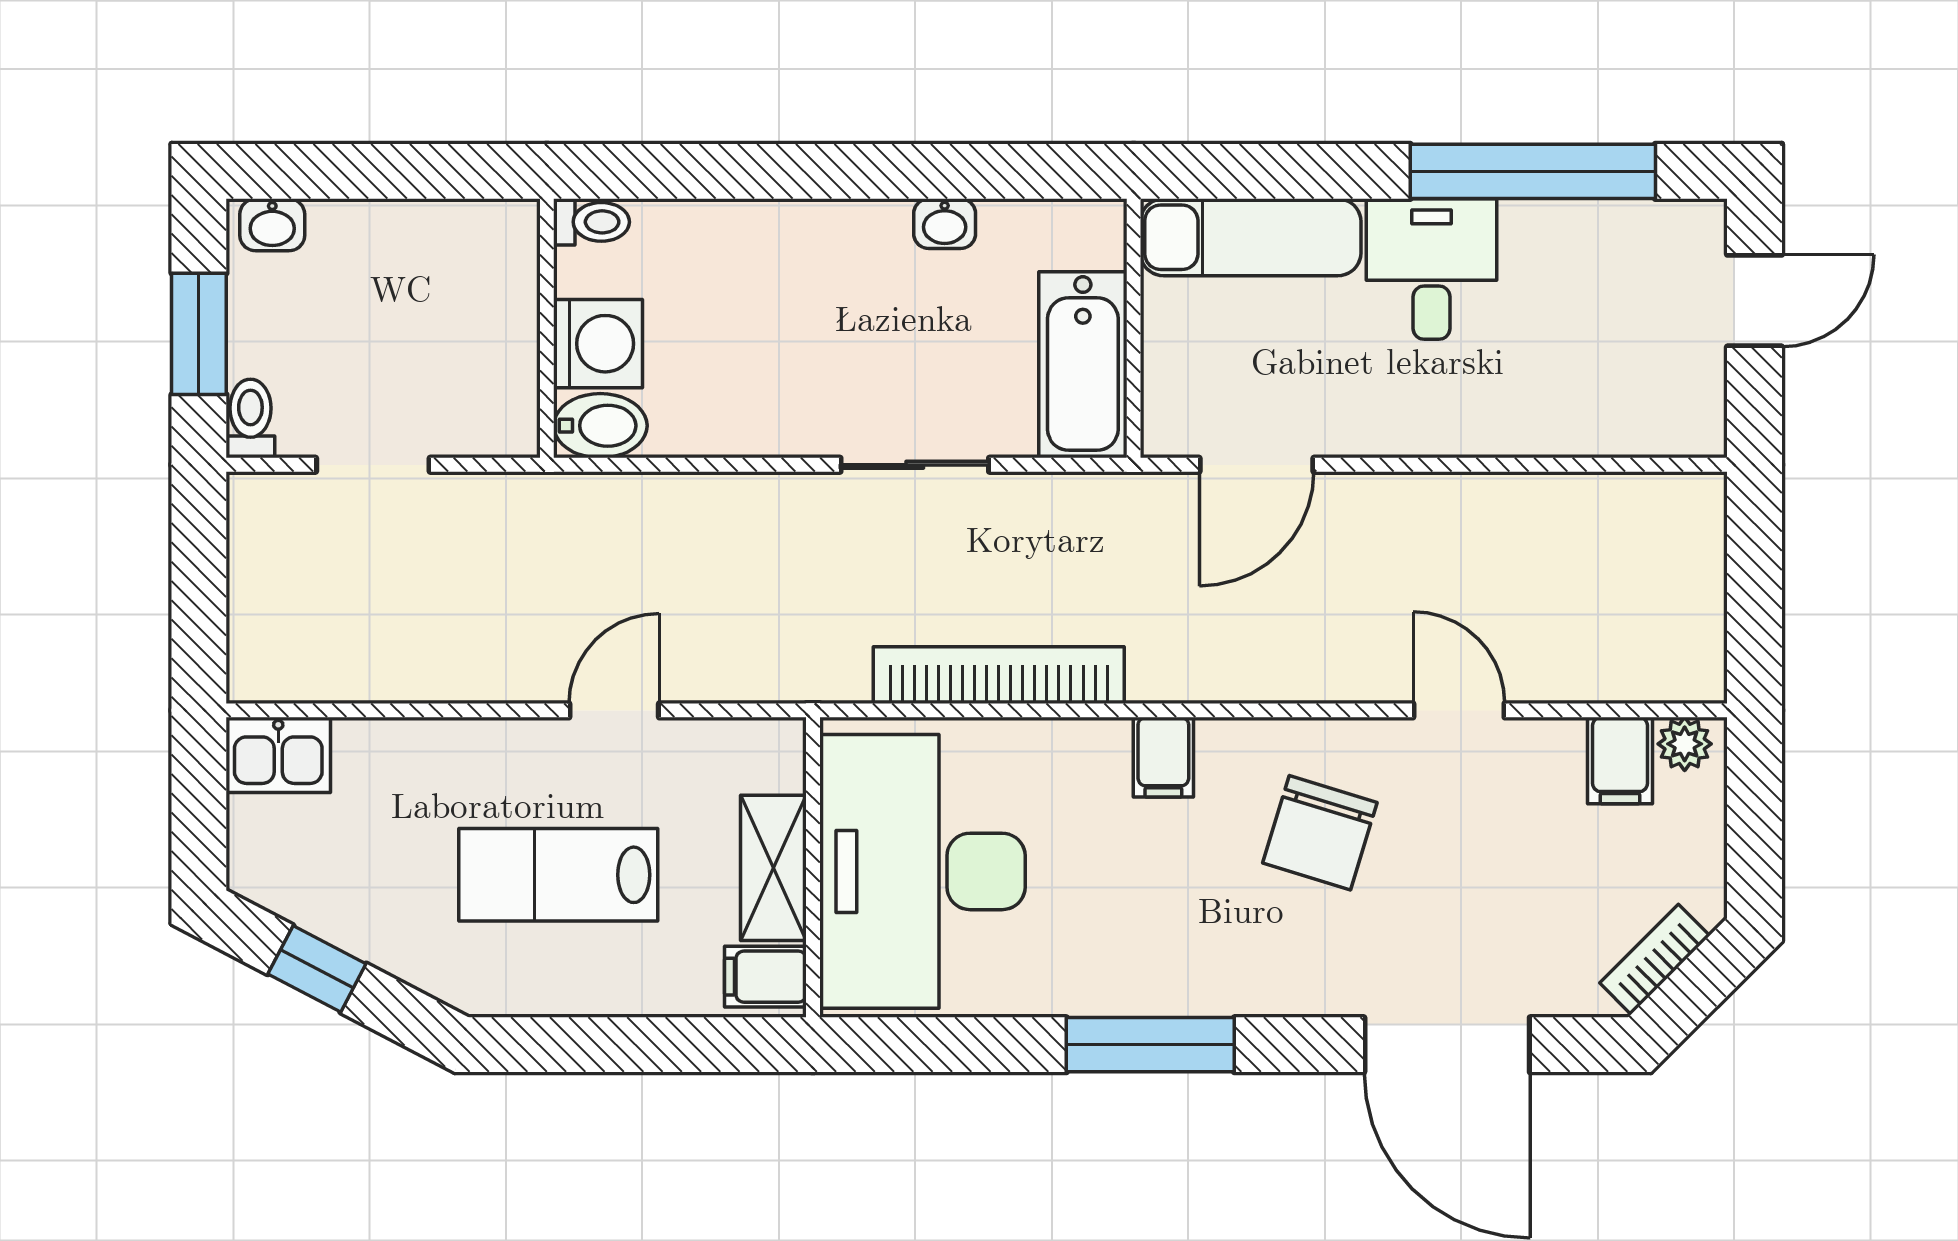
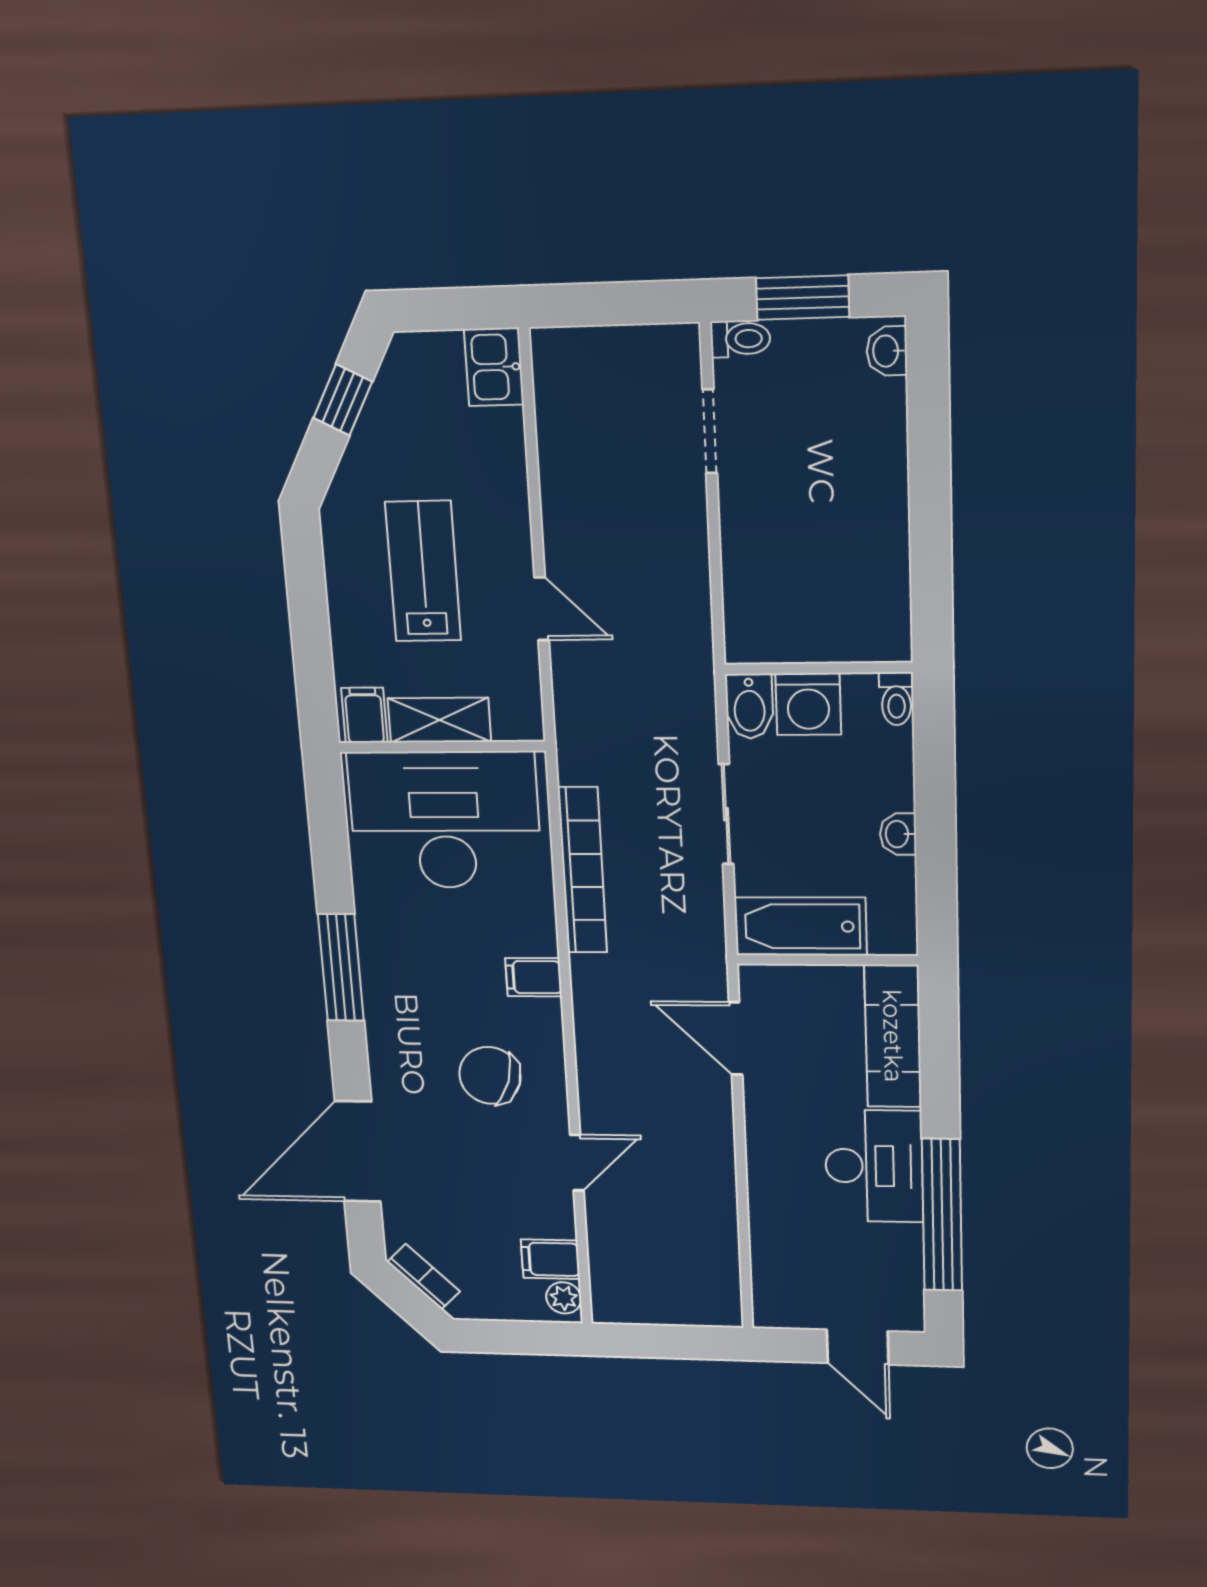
toilet: (592, 222) -> (896, 699), moved
desk: (1432, 269) -> (874, 1166), width x1.37
wall: (547, 328) -> (818, 668), moved
washing machine: (598, 344) -> (808, 704), moved
bidet: (600, 426) -> (749, 706), moved

